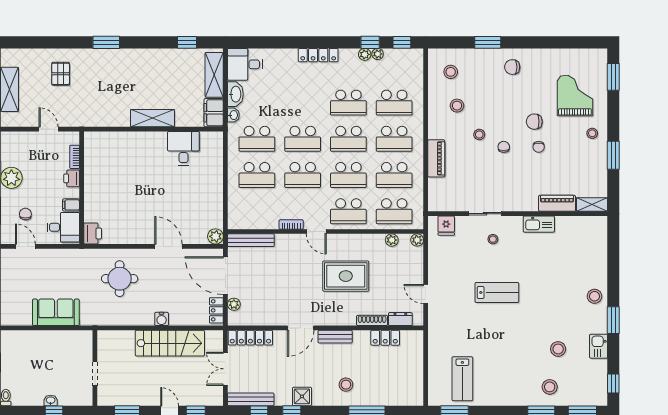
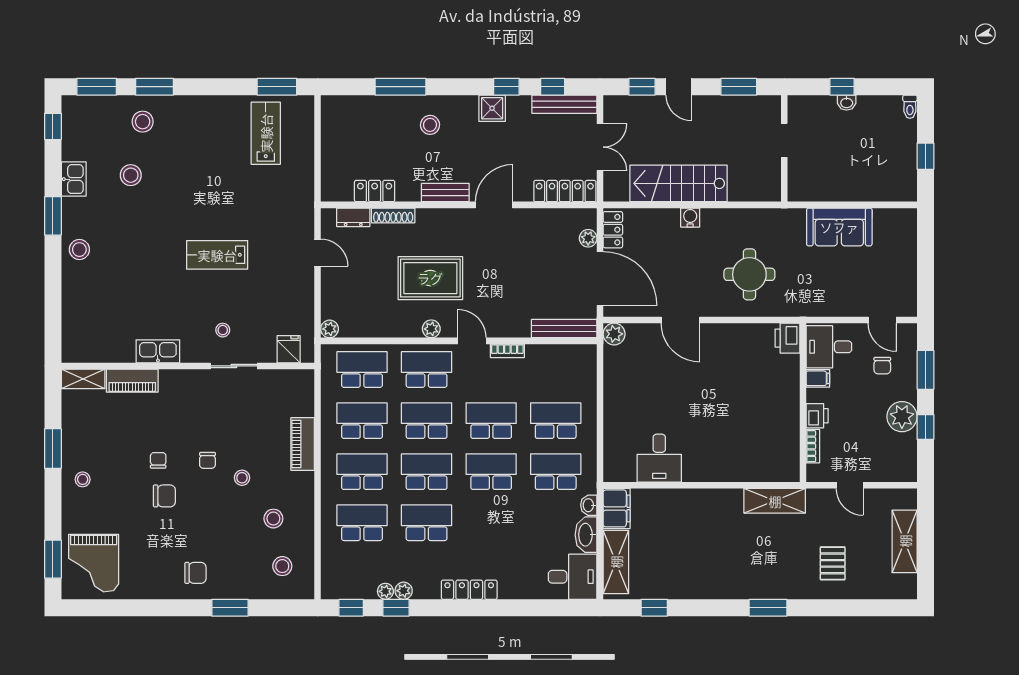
grand piano: (575, 96) -> (94, 563), moved
shelving: (152, 118) -> (775, 501), moved
plant: (392, 240) -> (431, 329), moved

